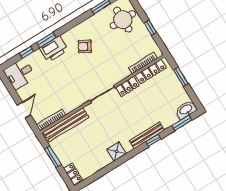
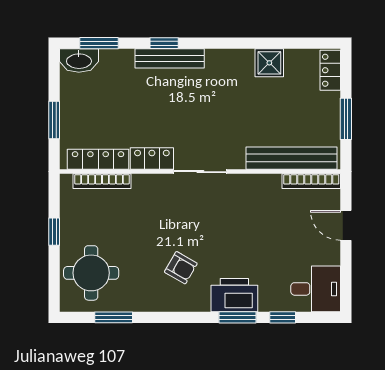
door: (24, 110) -> (346, 225), hinge flipped
shower: (117, 151) -> (269, 63), moved

